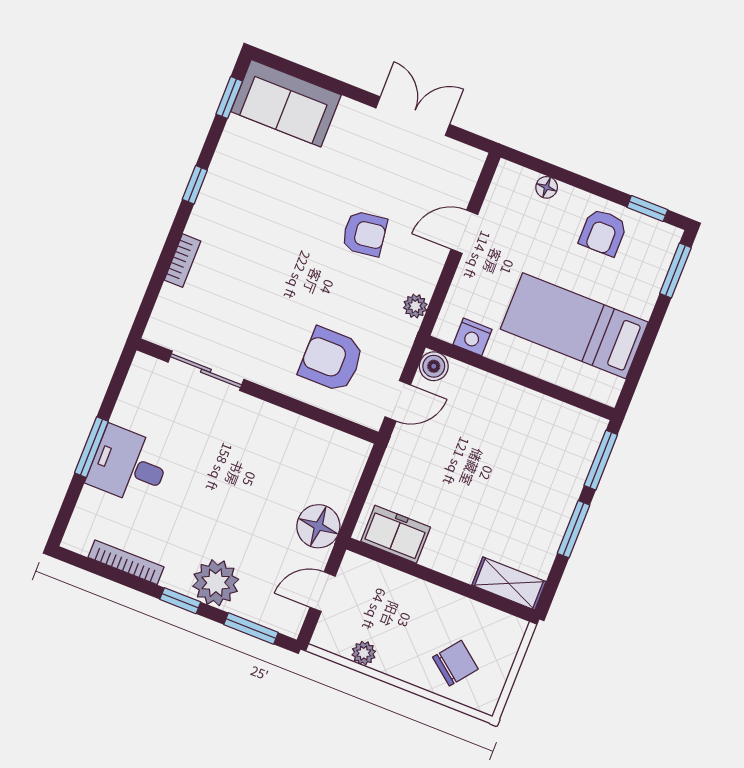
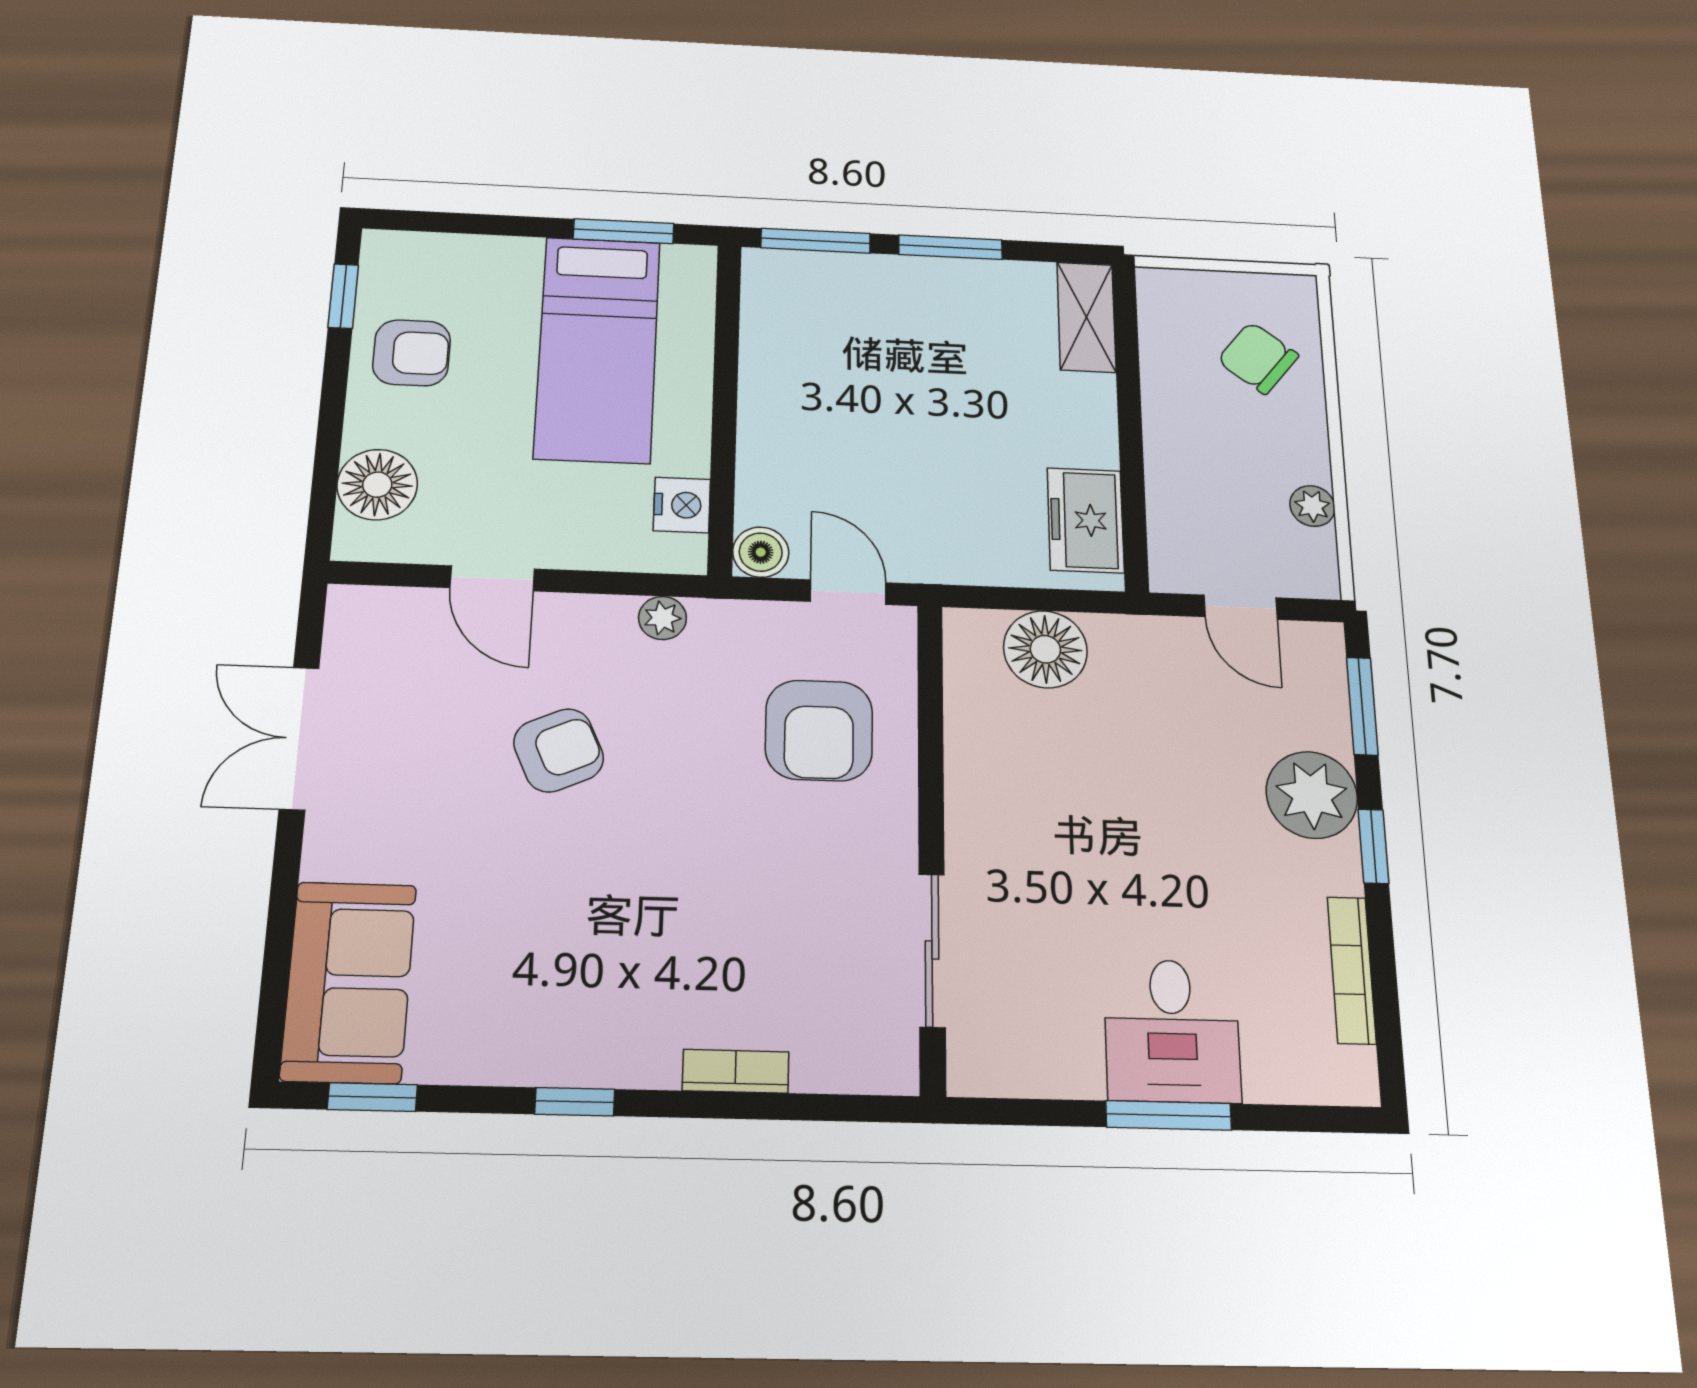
floor lamp: (547, 187) -> (377, 485), width x1.89, depth x1.89
armchair: (364, 234) -> (559, 750), turned 74
window: (675, 270) -> (624, 231), moved
floor lamp: (318, 526) -> (1045, 649), moved

